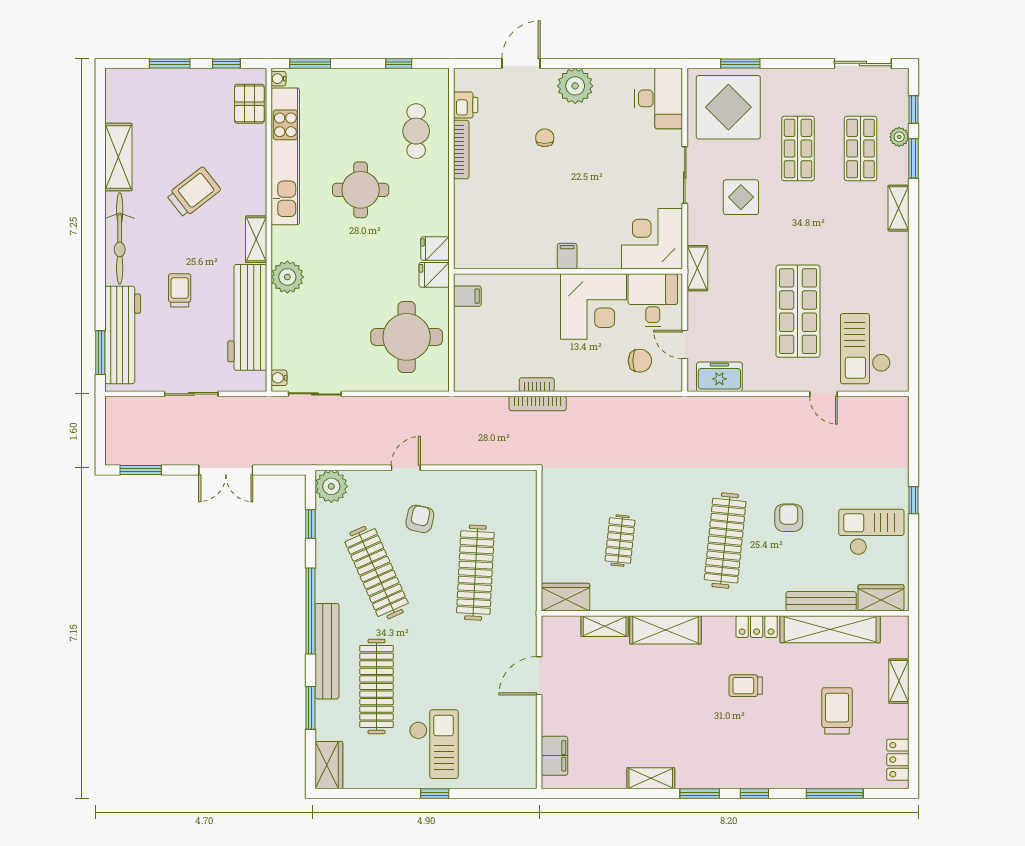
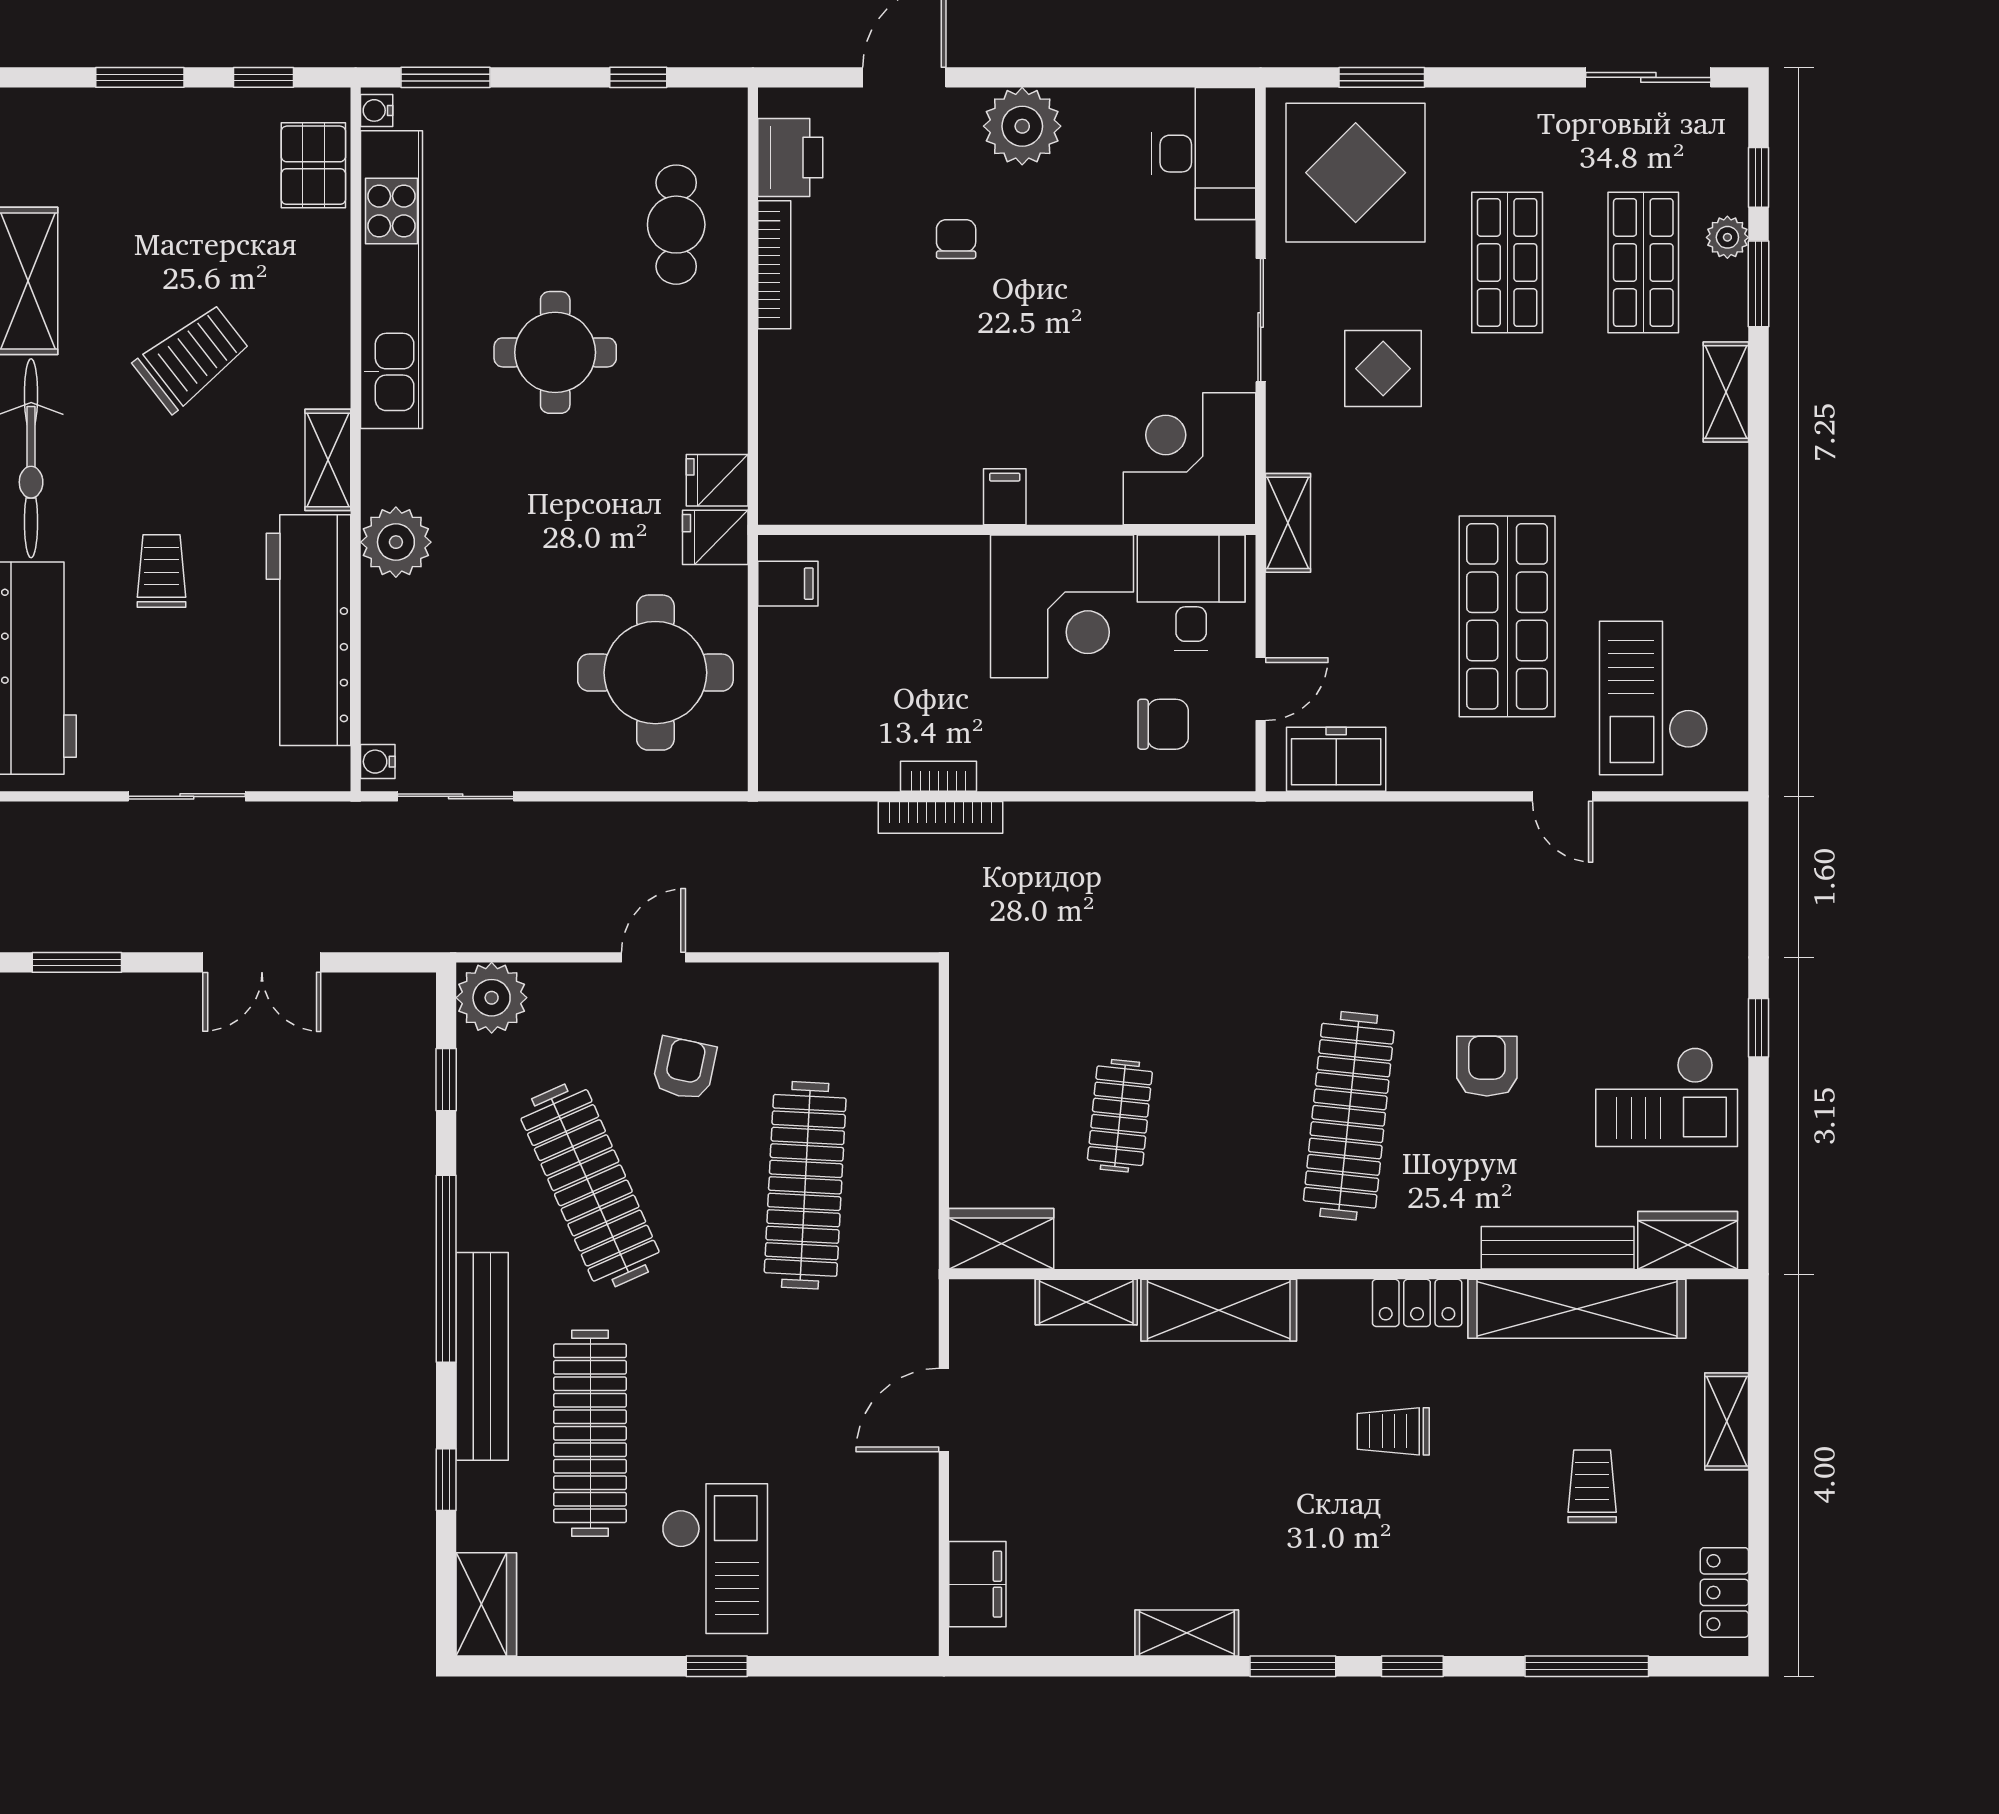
printer: (466, 105) -> (790, 157), width x1.36, depth x1.24
door: (685, 345) -> (1261, 689), swing flipped
checkout: (871, 532) -> (1667, 1097), turned 180
window: (310, 708) -> (446, 1480), width x0.67
trolley: (837, 711) -> (1592, 1486), width x0.73, depth x0.72

